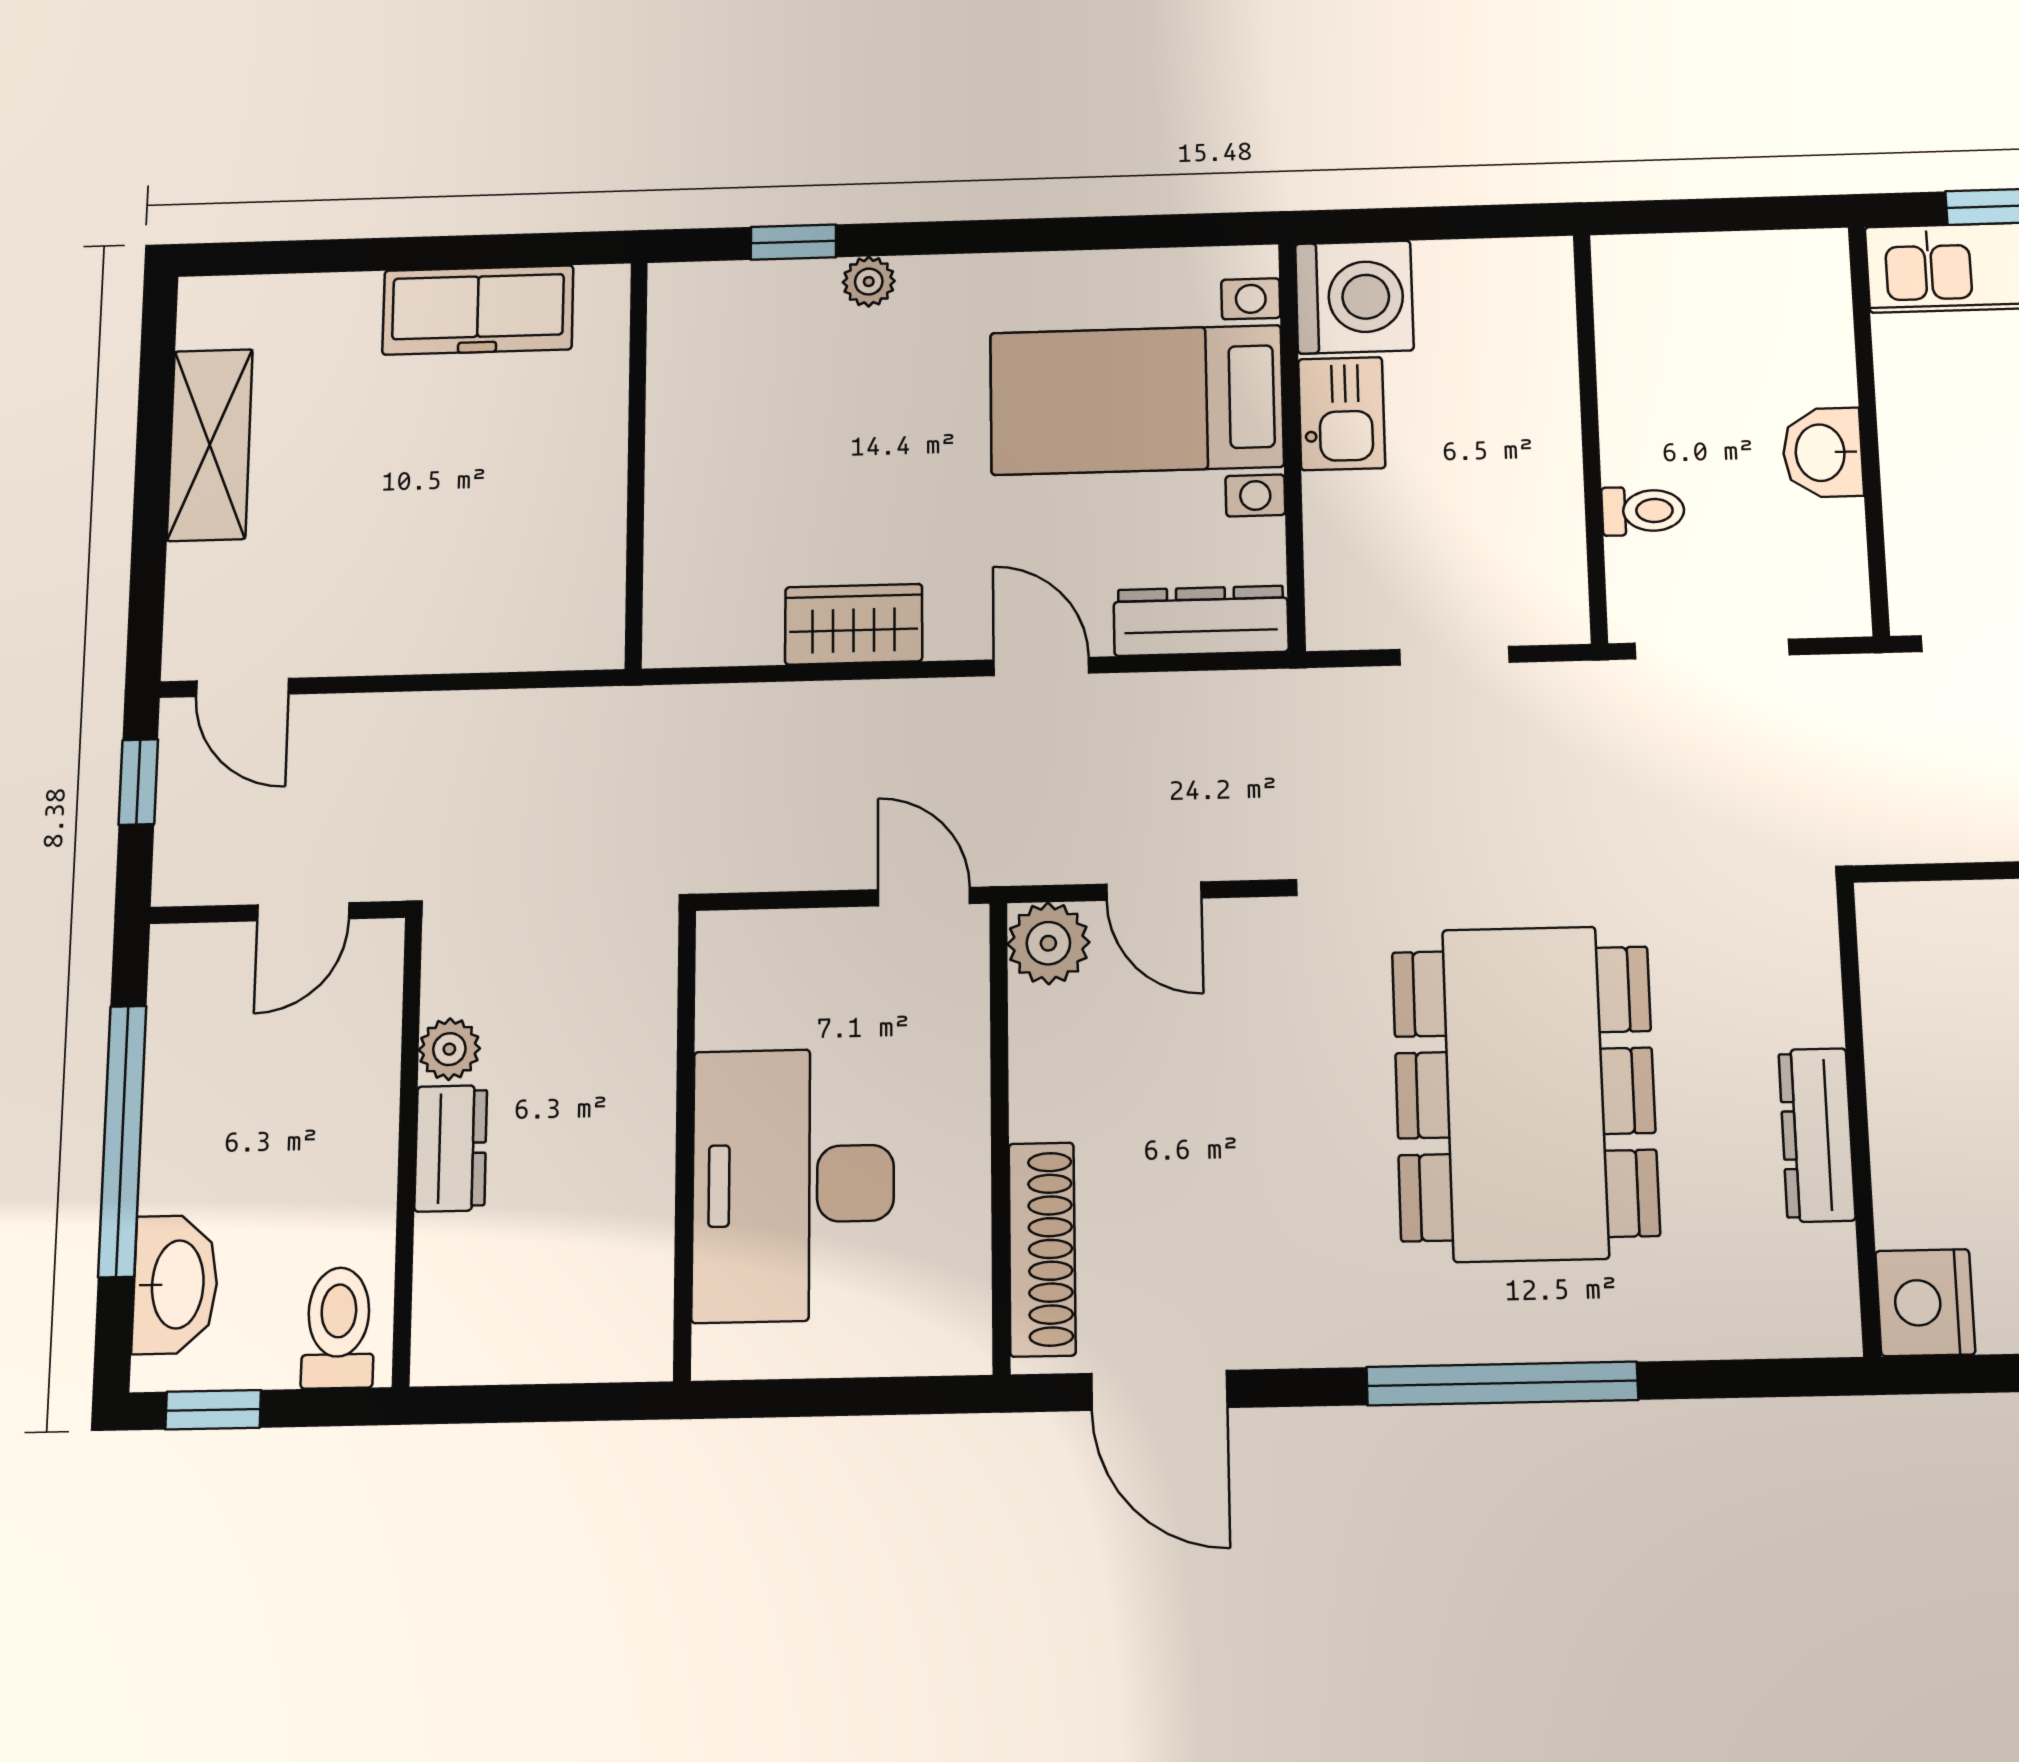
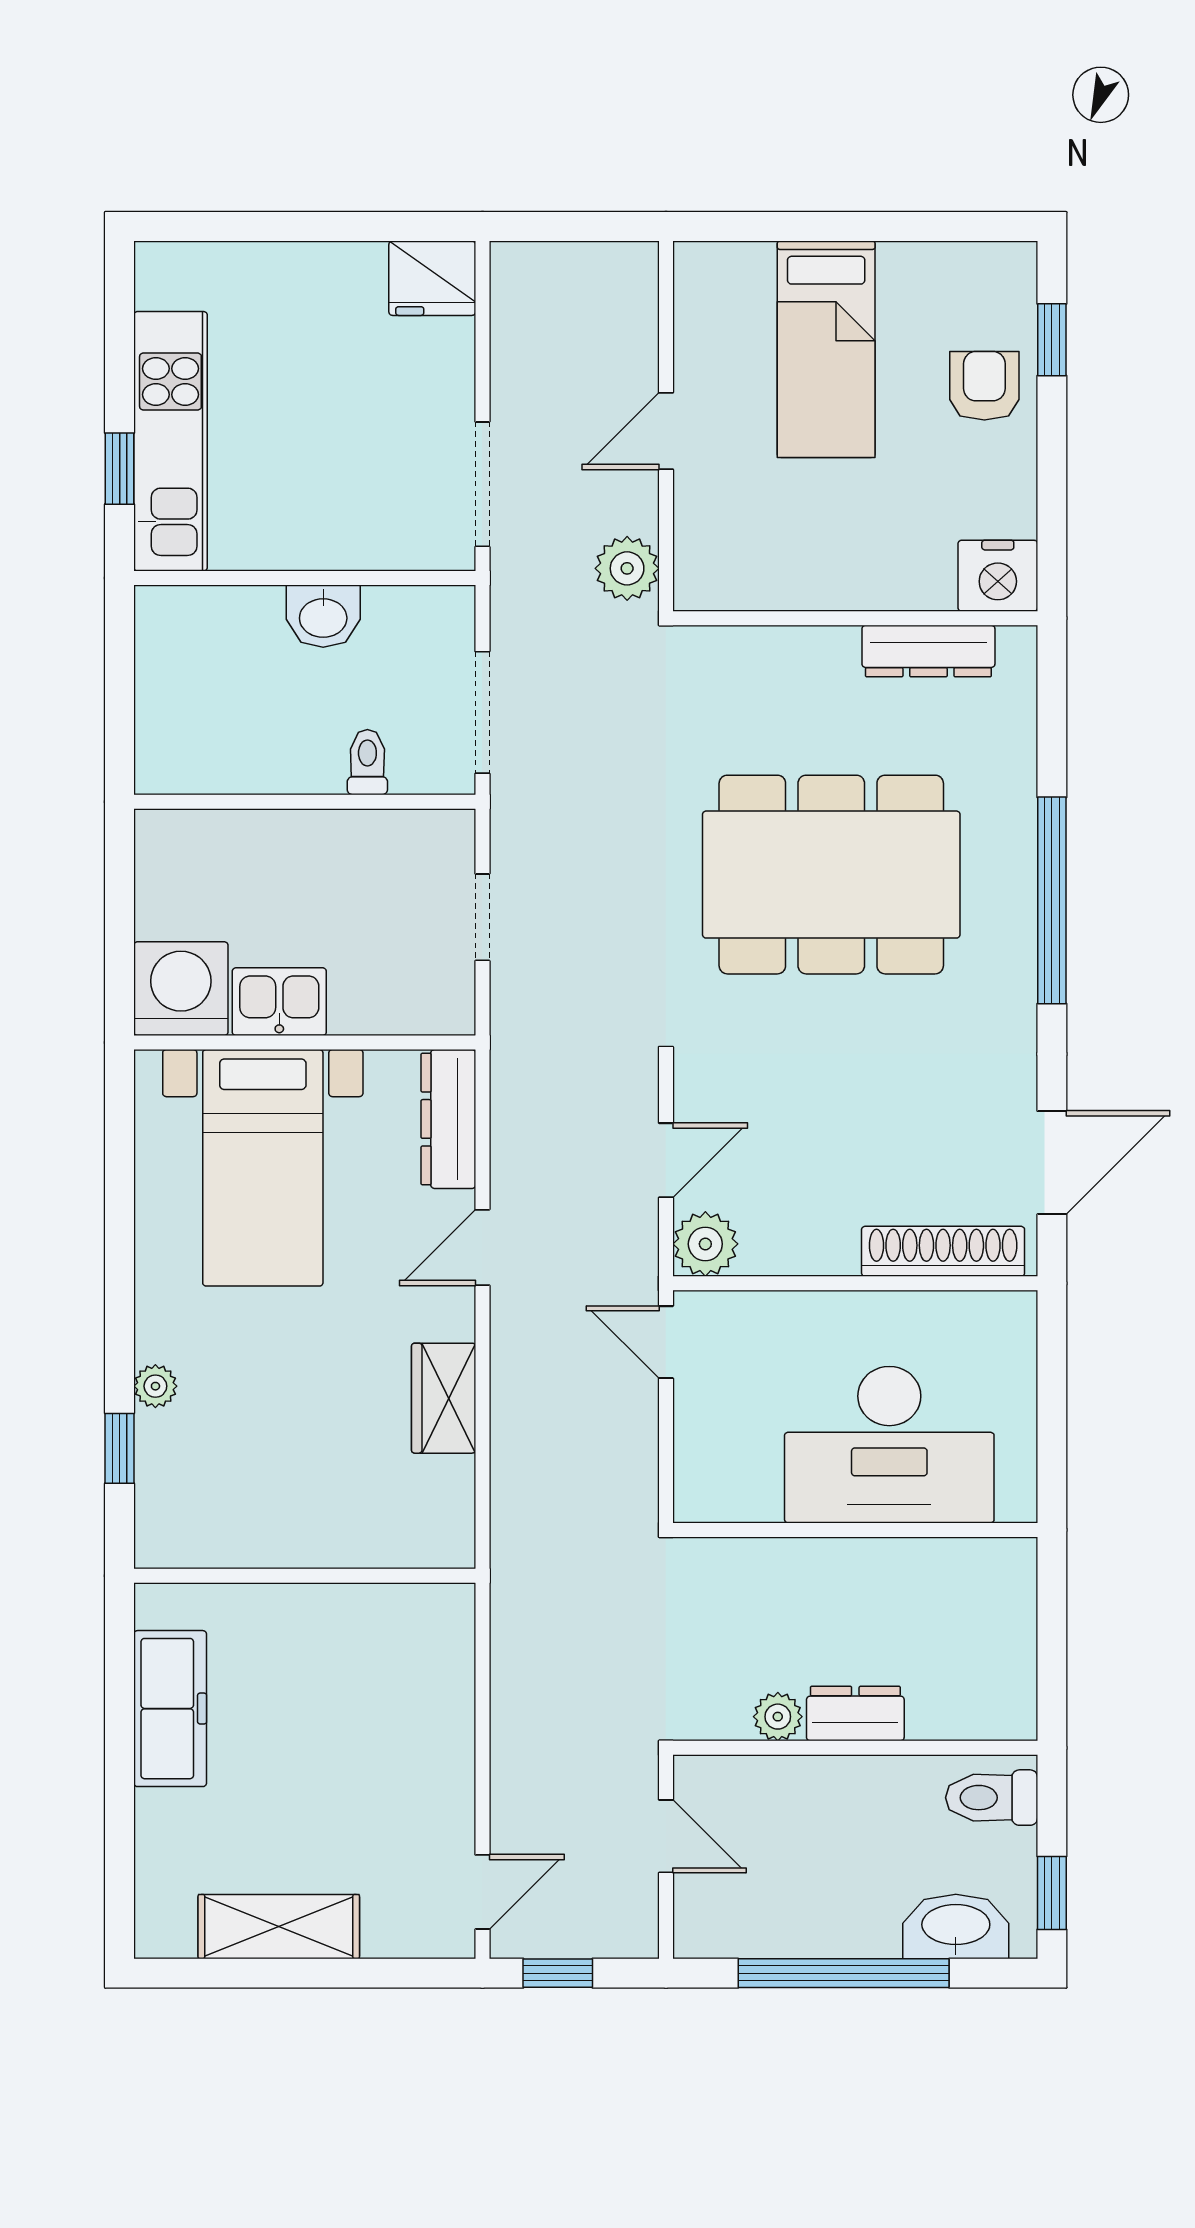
plant: (1905, 824) -> (627, 568), added
door: (924, 897) -> (666, 1342), hinge flipped
dresser: (1817, 1135) -> (928, 651), moved

